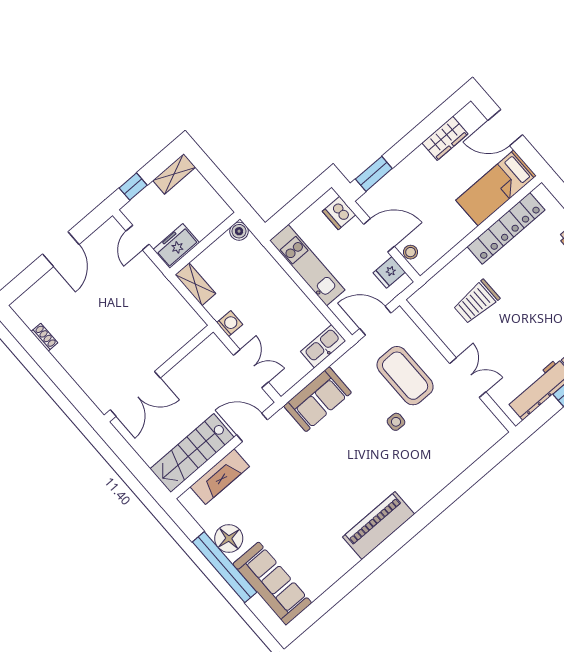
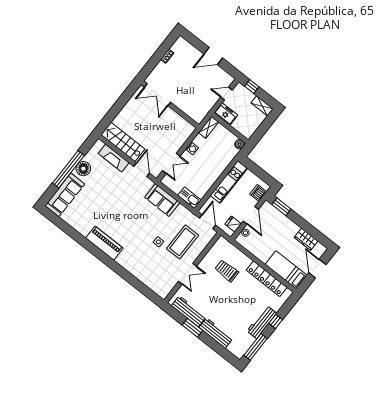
wall: (159, 373) -> (170, 104), moved
double door: (135, 394) -> (158, 95), moved

